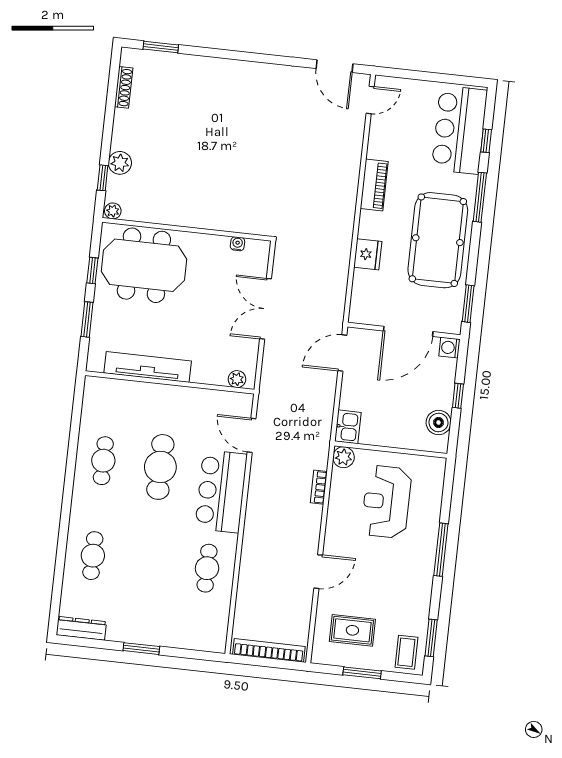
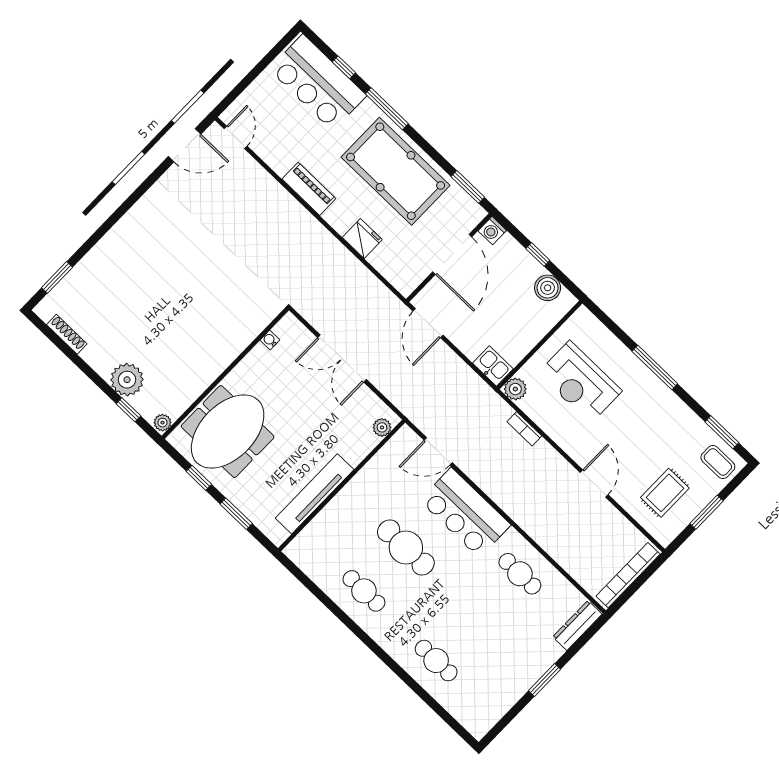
plant: (120, 163) -> (127, 380), width x1.36, depth x1.36
dresser: (81, 628) -> (577, 625), moved

